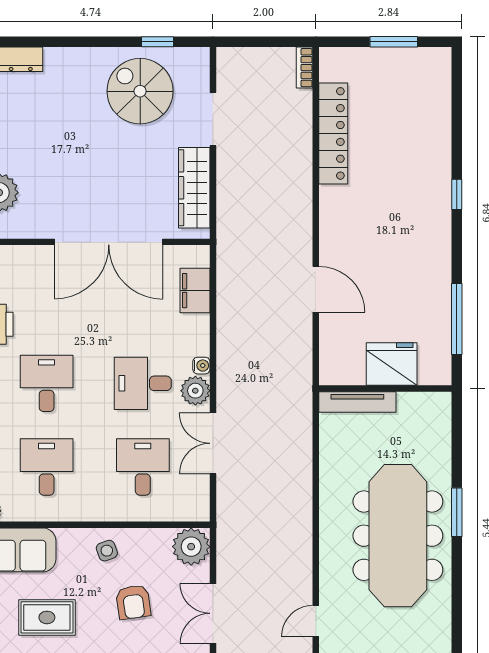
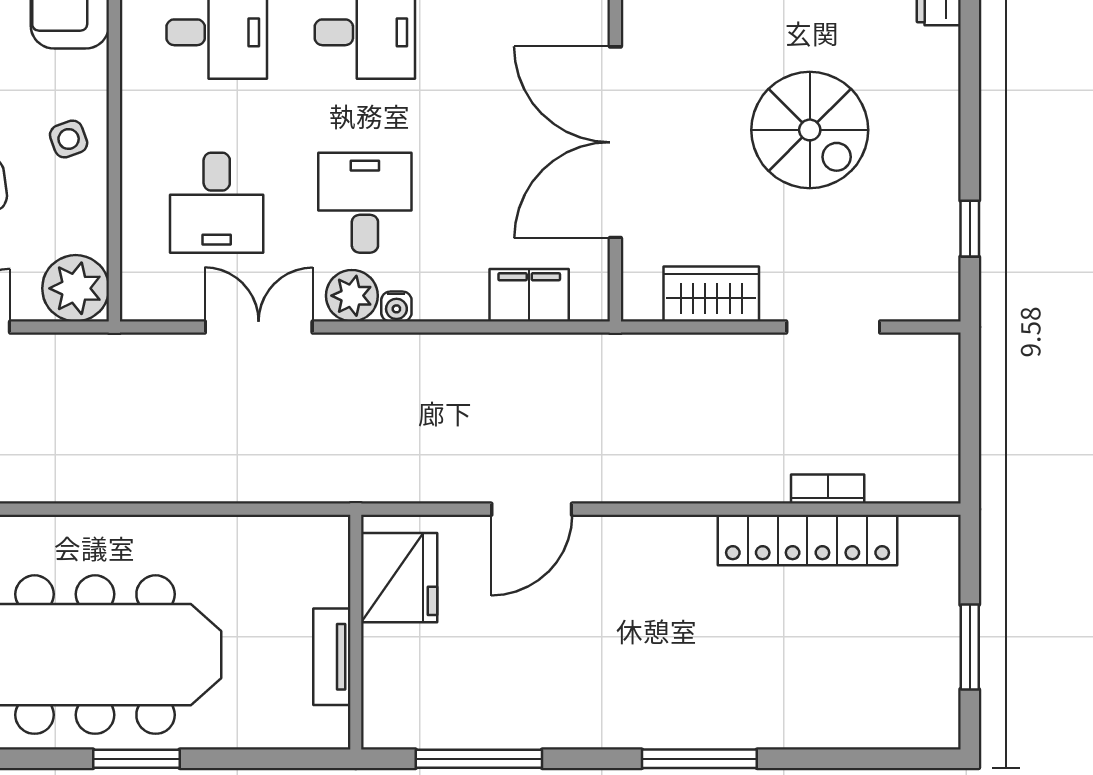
bookcase: (305, 68) -> (828, 489), moved
spiral stairs: (140, 91) -> (810, 130), moved, turned 90
wardrobe: (194, 188) -> (711, 294), width x0.67
window: (457, 194) -> (699, 759), width x2.17
fridge: (392, 364) -> (399, 578), moved
tv unit: (357, 402) -> (332, 657), moved, width x0.71
desk: (143, 467) -> (217, 203), turned 90

